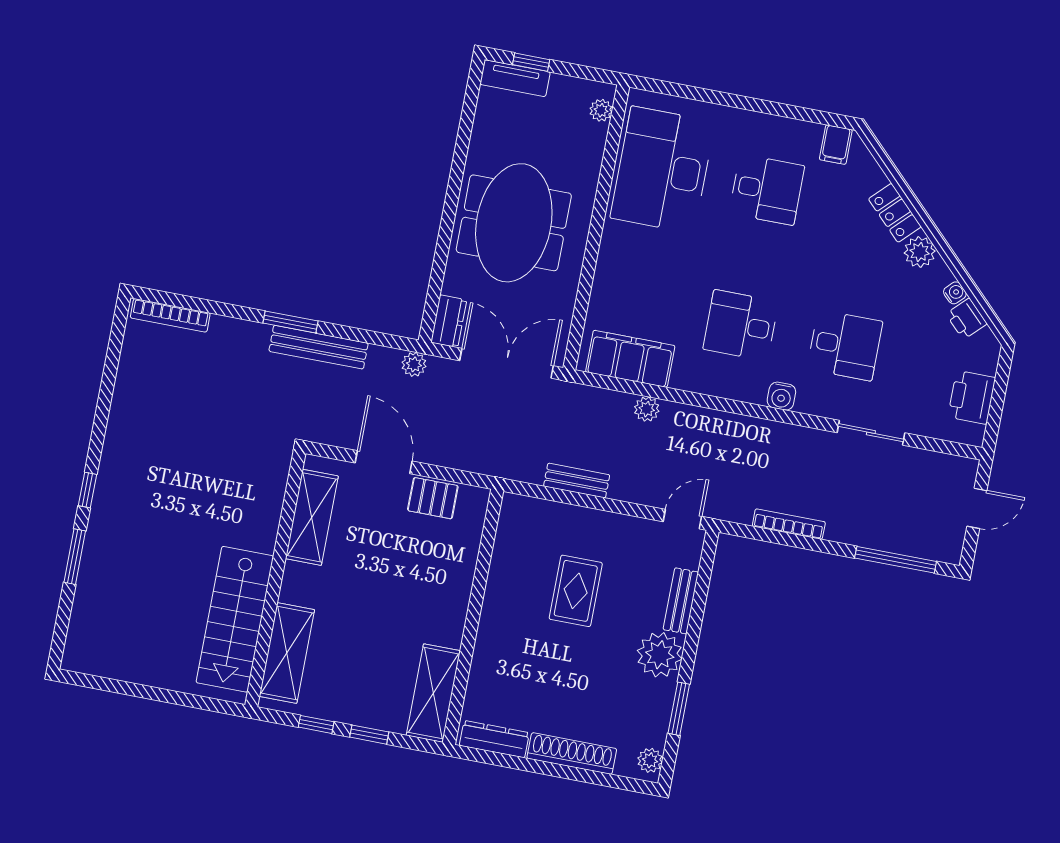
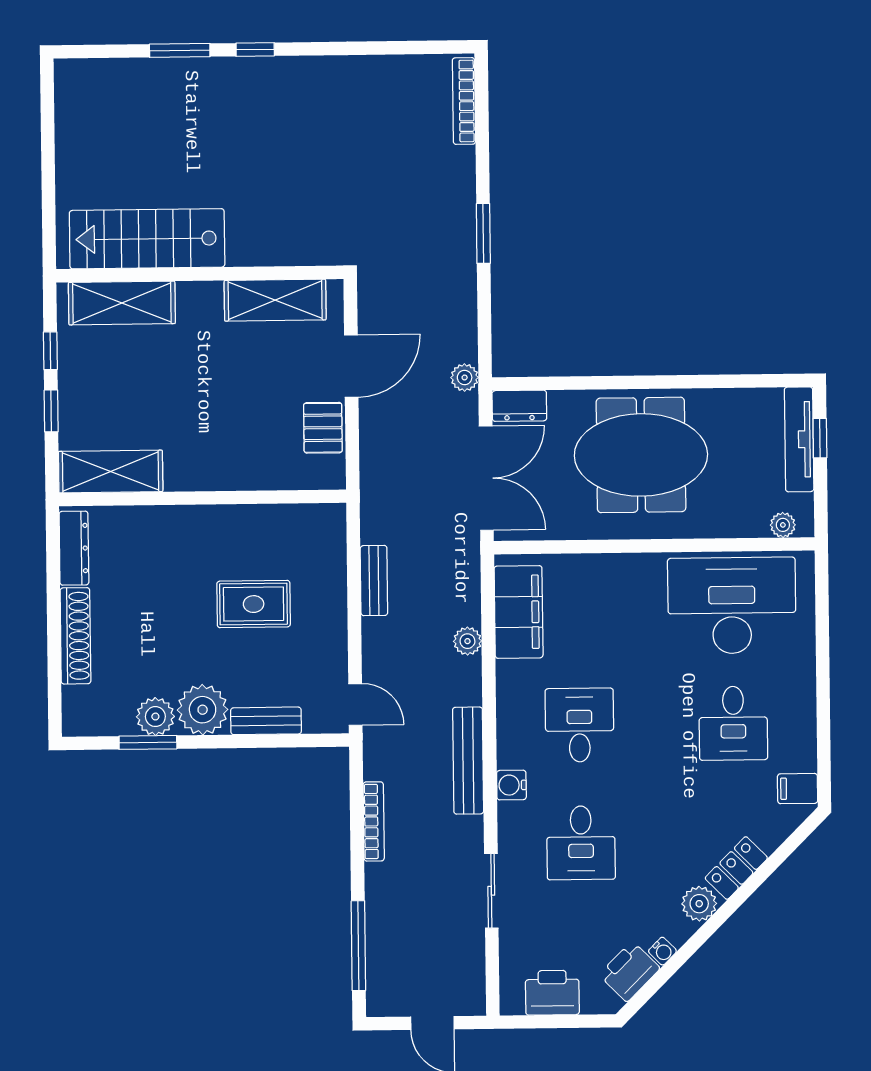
tv unit: (515, 78) -> (799, 439), width x1.41
printer: (966, 319) -> (629, 971), width x1.36, depth x1.24
bench: (319, 347) -> (468, 761), moved
plant: (650, 760) -> (155, 717), moved, width x1.38, depth x1.38

